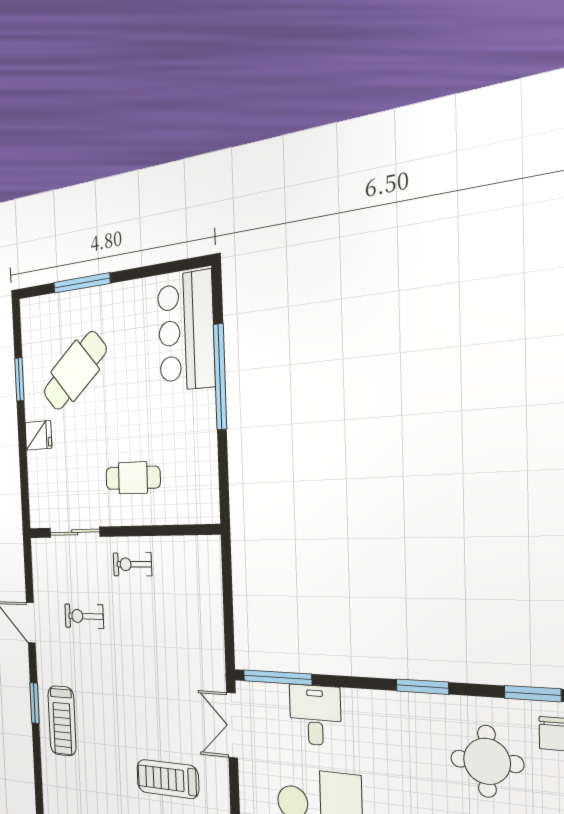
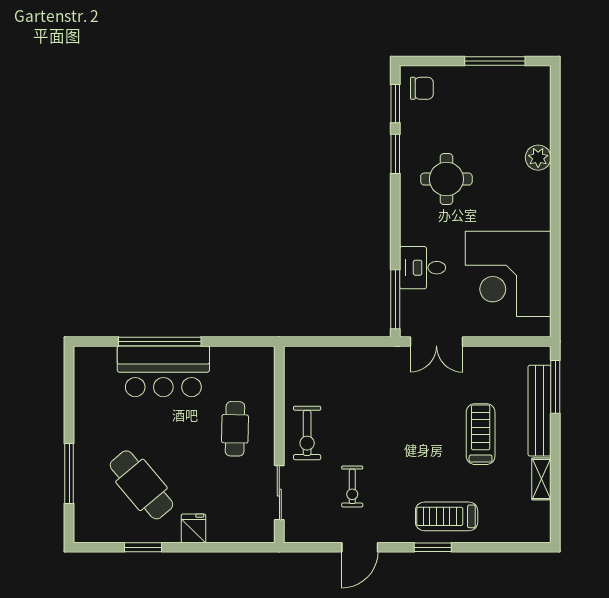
bar counter: (186, 331) -> (163, 371), moved
exercise bike: (132, 564) -> (307, 433), width x1.38, depth x1.39
window: (422, 687) -> (395, 154), moved
treadmill: (62, 721) -> (447, 516), turned 180
round table: (487, 761) -> (446, 179), moved
treadmill: (167, 779) -> (481, 434), moved, turned 180

